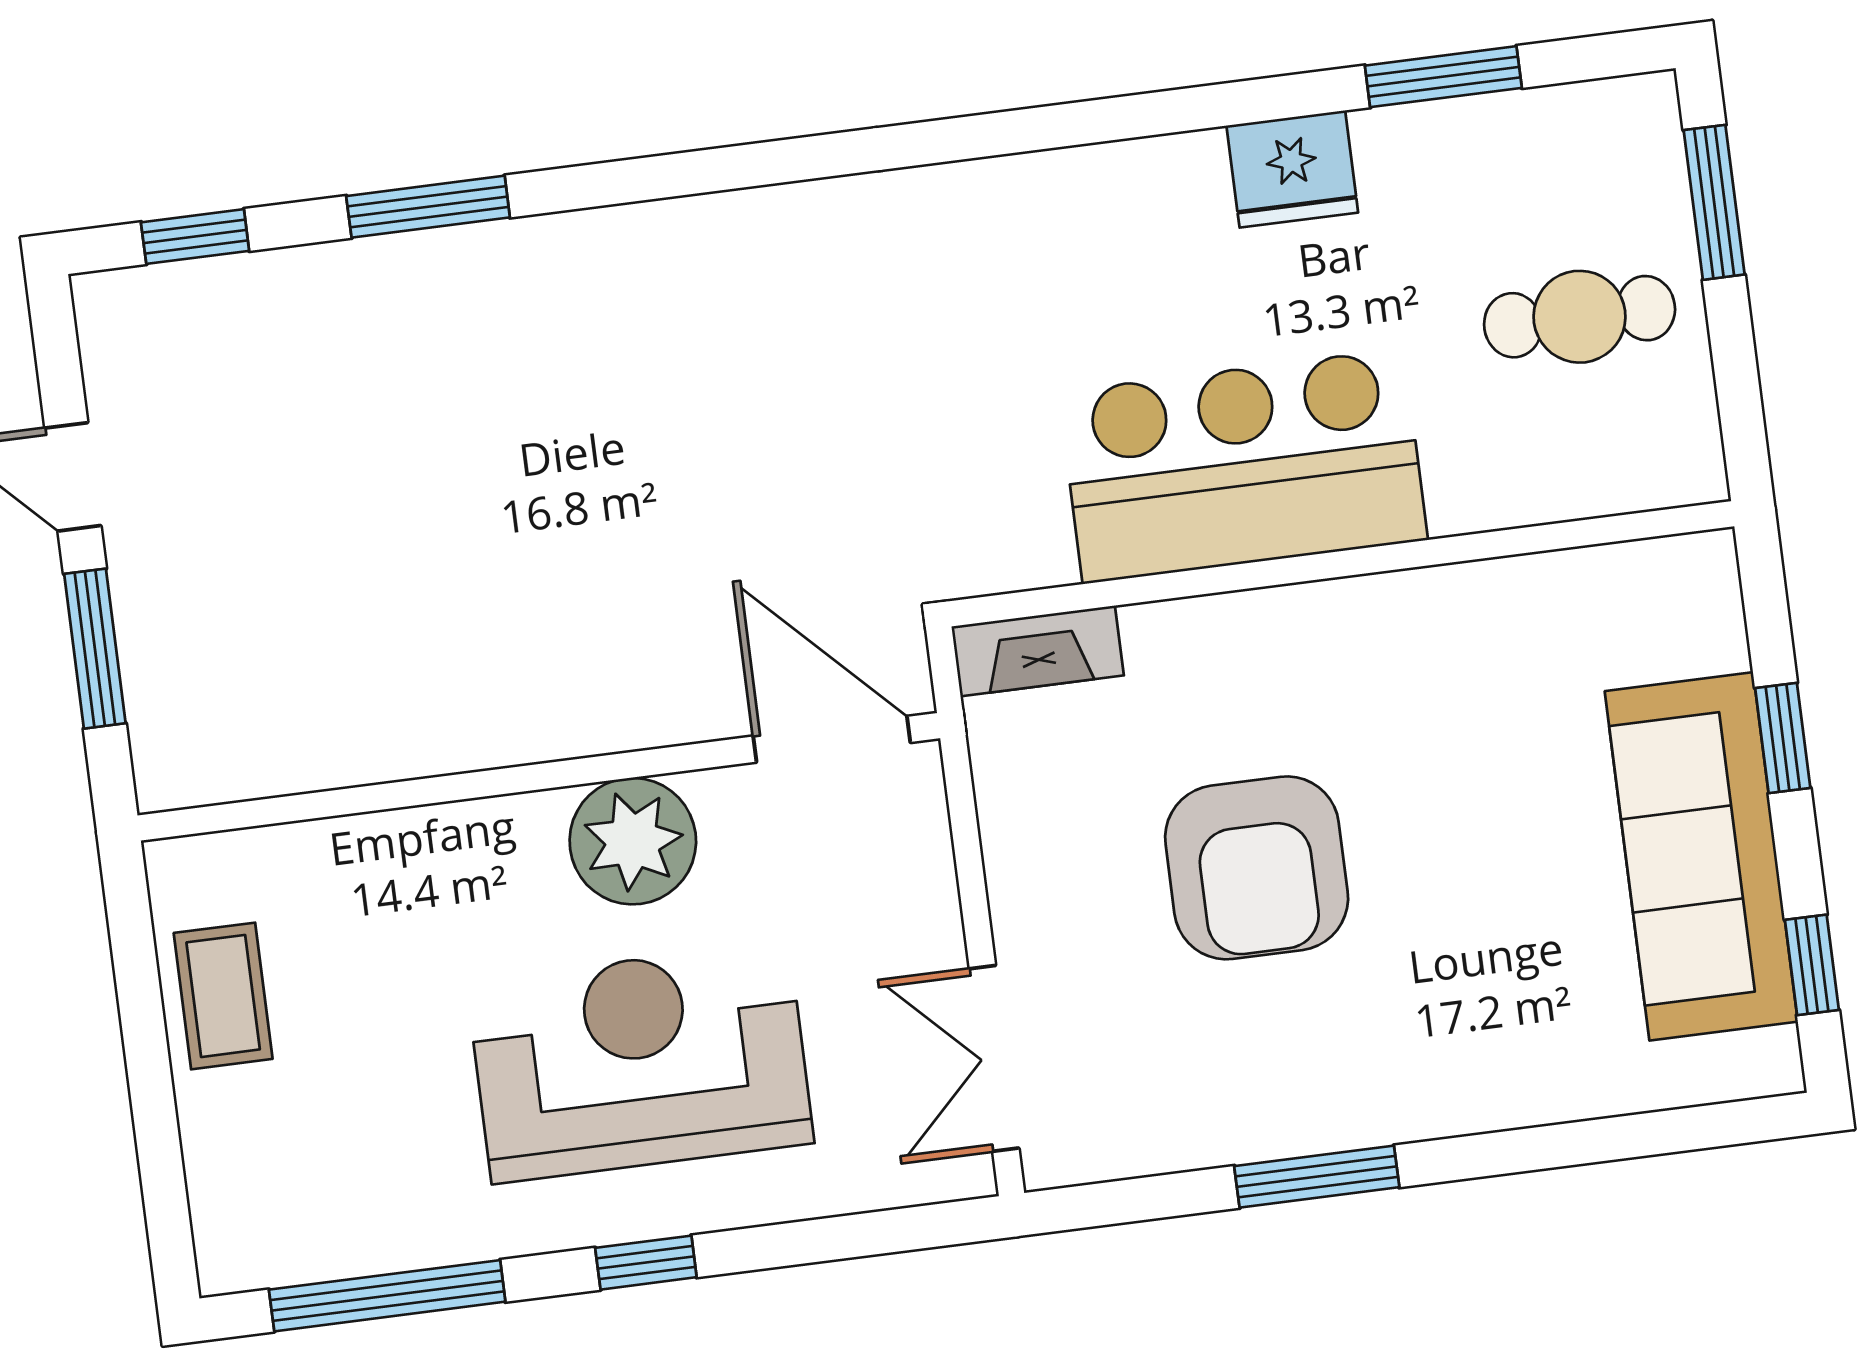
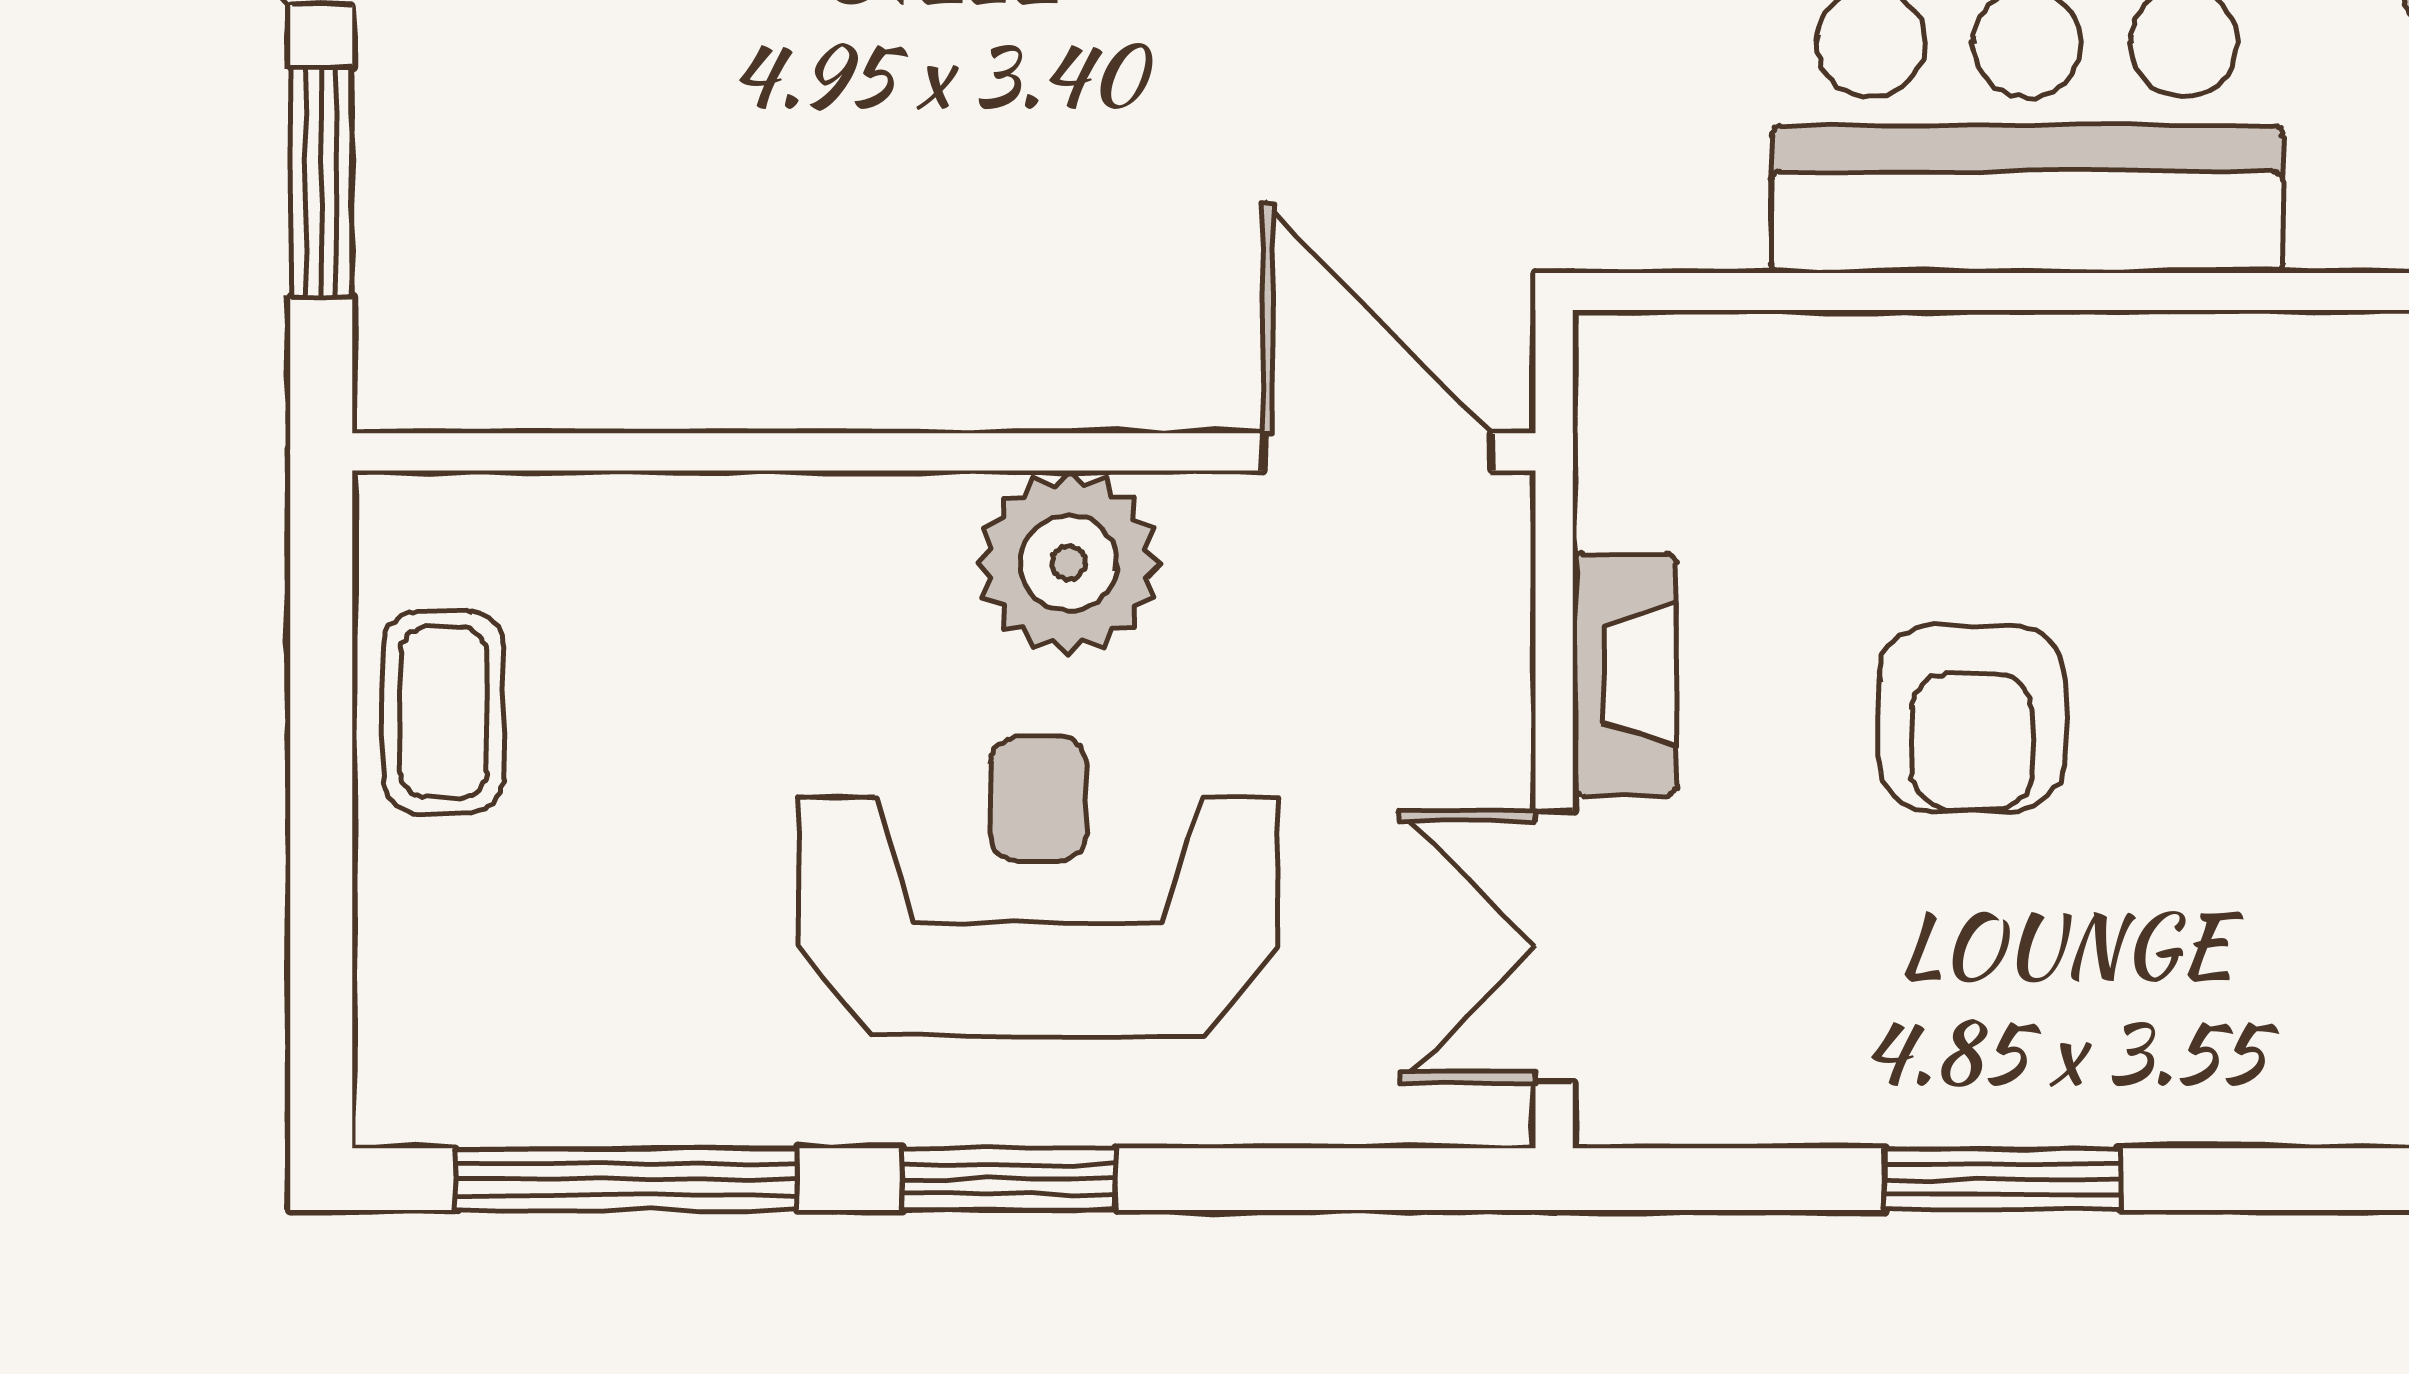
fireplace: (1038, 651) -> (1624, 674), moved, turned -90
armchair: (1257, 868) -> (1972, 718), width x0.73, depth x0.73
window: (646, 1263) -> (1009, 1179), width x1.50

